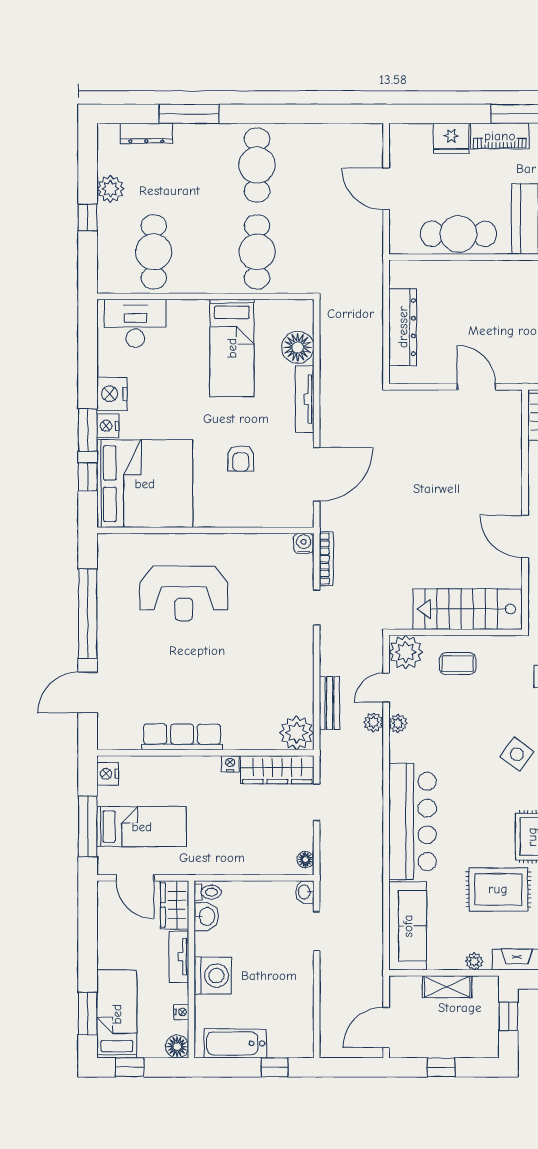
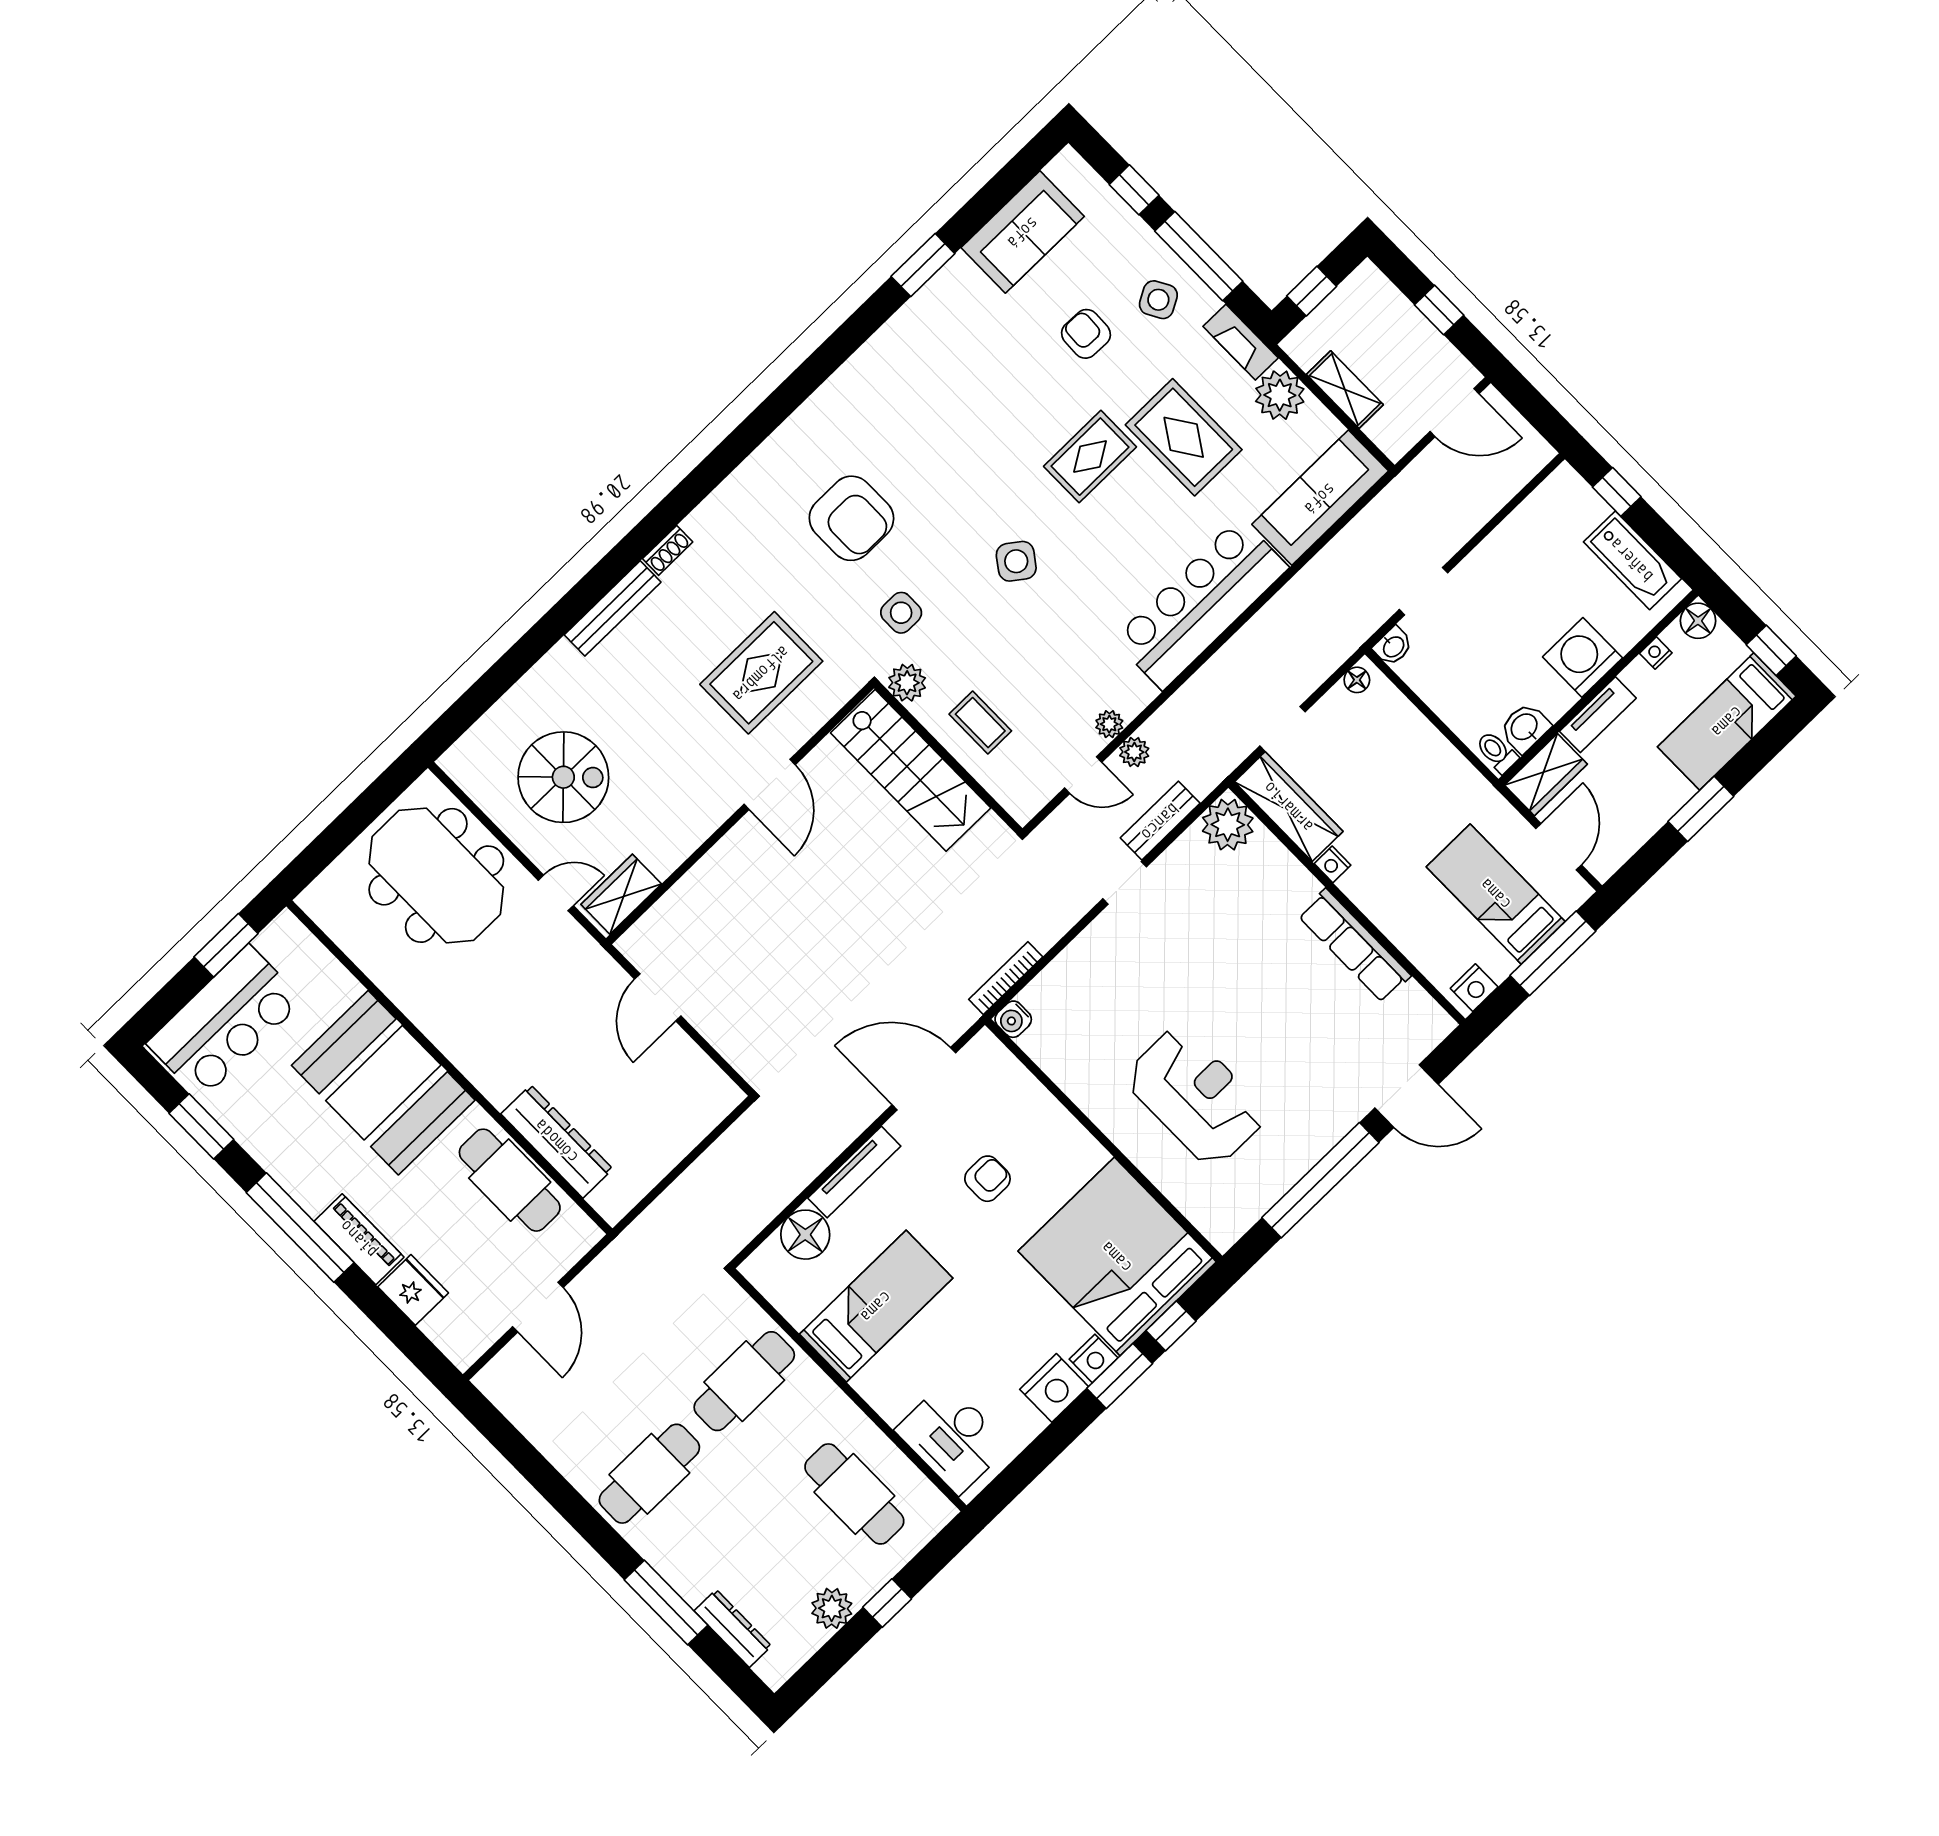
cafe table: (154, 252) -> (854, 1494), turned 90
dresser: (403, 327) -> (557, 1141), moved, turned 90
doorway: (317, 607) -> (1125, 883), moved
plant: (406, 652) -> (907, 683), moved, width x0.73, depth x0.73
plant: (474, 961) -> (1280, 395), width x1.87, depth x1.87
window: (88, 1014) -> (1701, 809), moved

